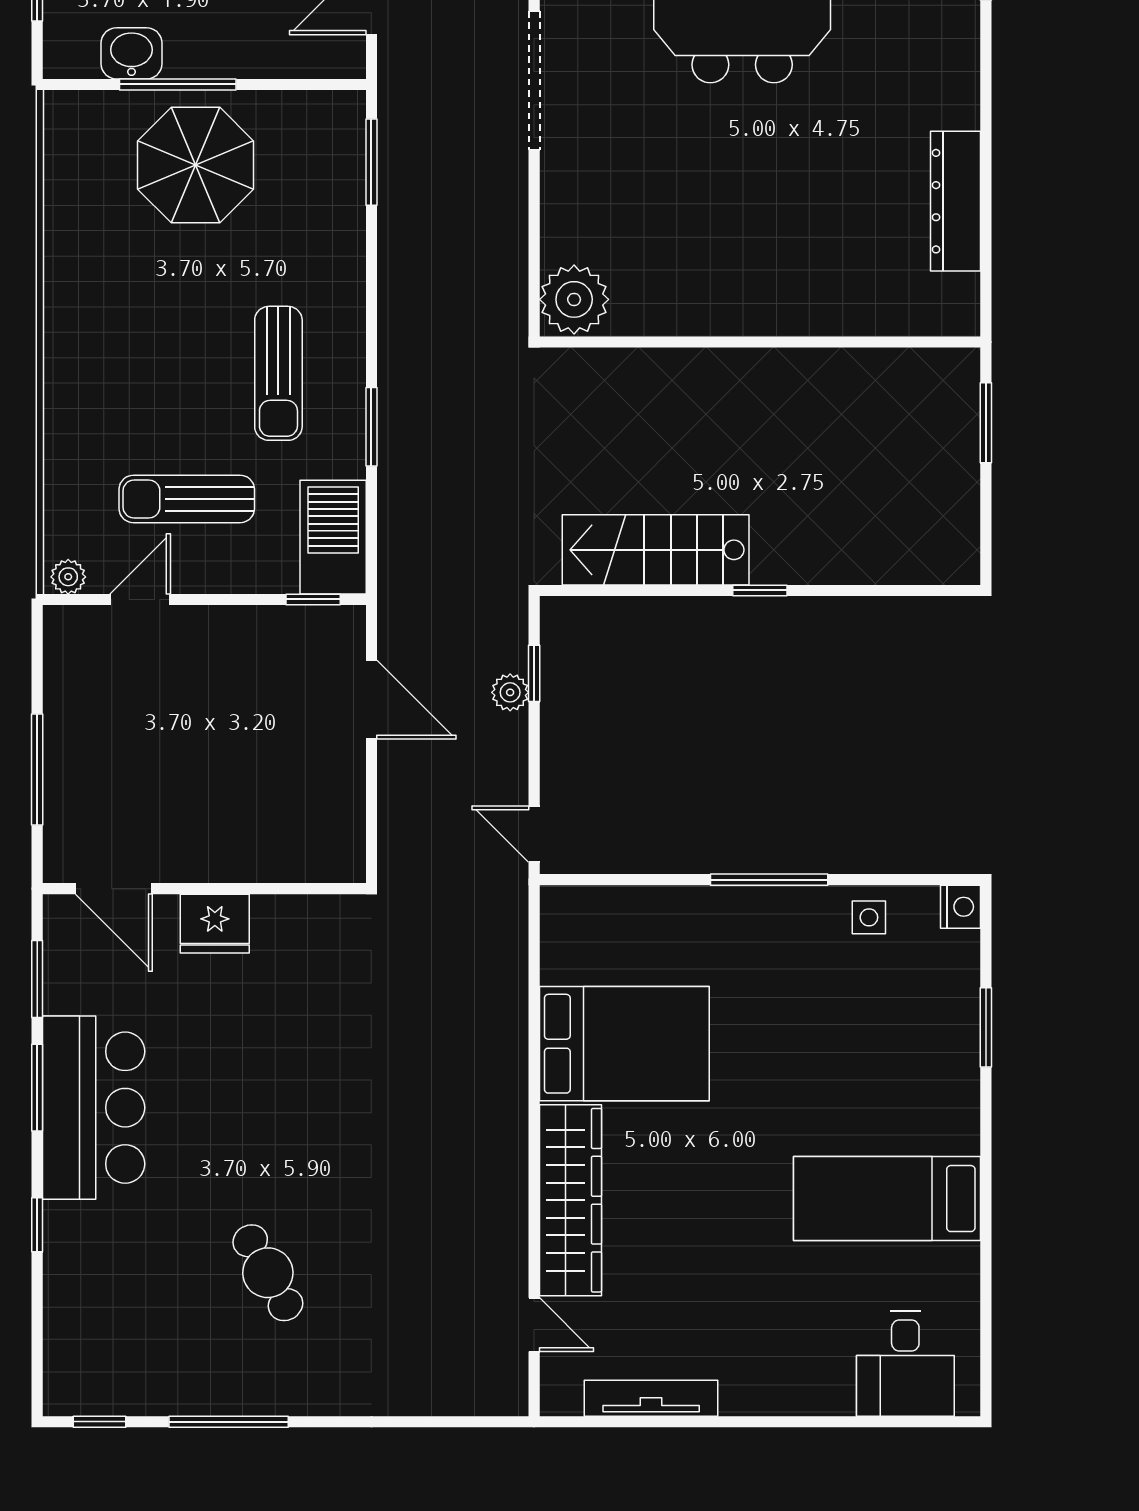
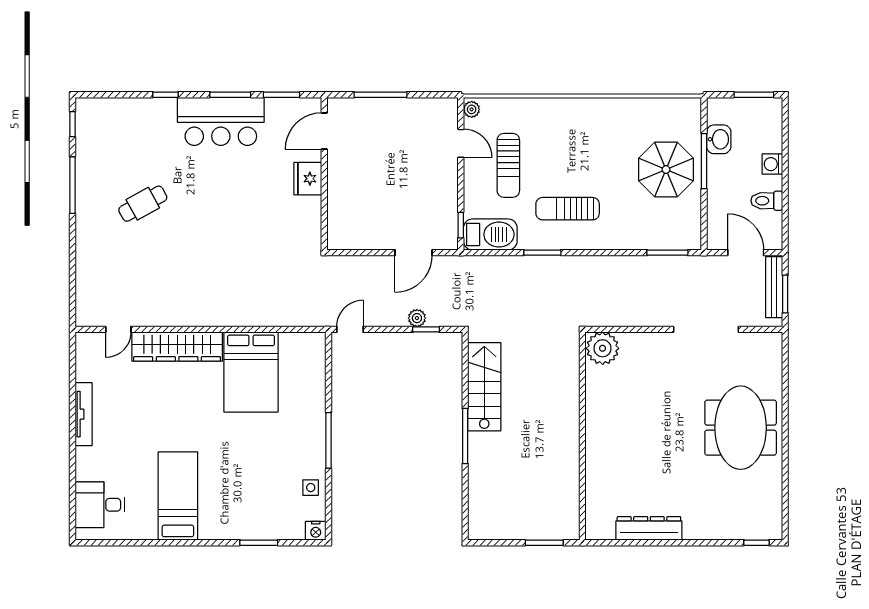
sun lounger: (187, 499) -> (508, 165), turned 180
window: (760, 590) -> (465, 436), width x2.17
tv unit: (651, 1398) -> (84, 414), moved

